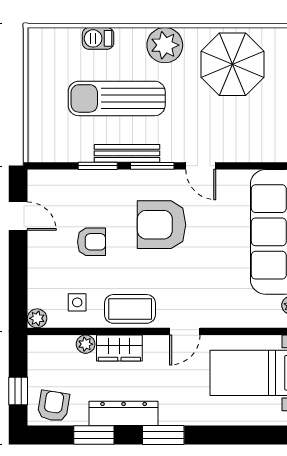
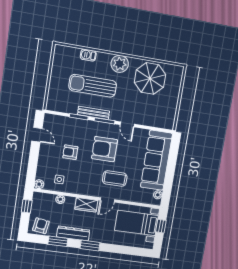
armchair: (92, 242) -> (70, 152), turned 180
coffee table: (130, 309) -> (115, 179), moved
wardrobe: (119, 348) -> (86, 205), moved
window: (18, 391) -> (27, 206), moved

